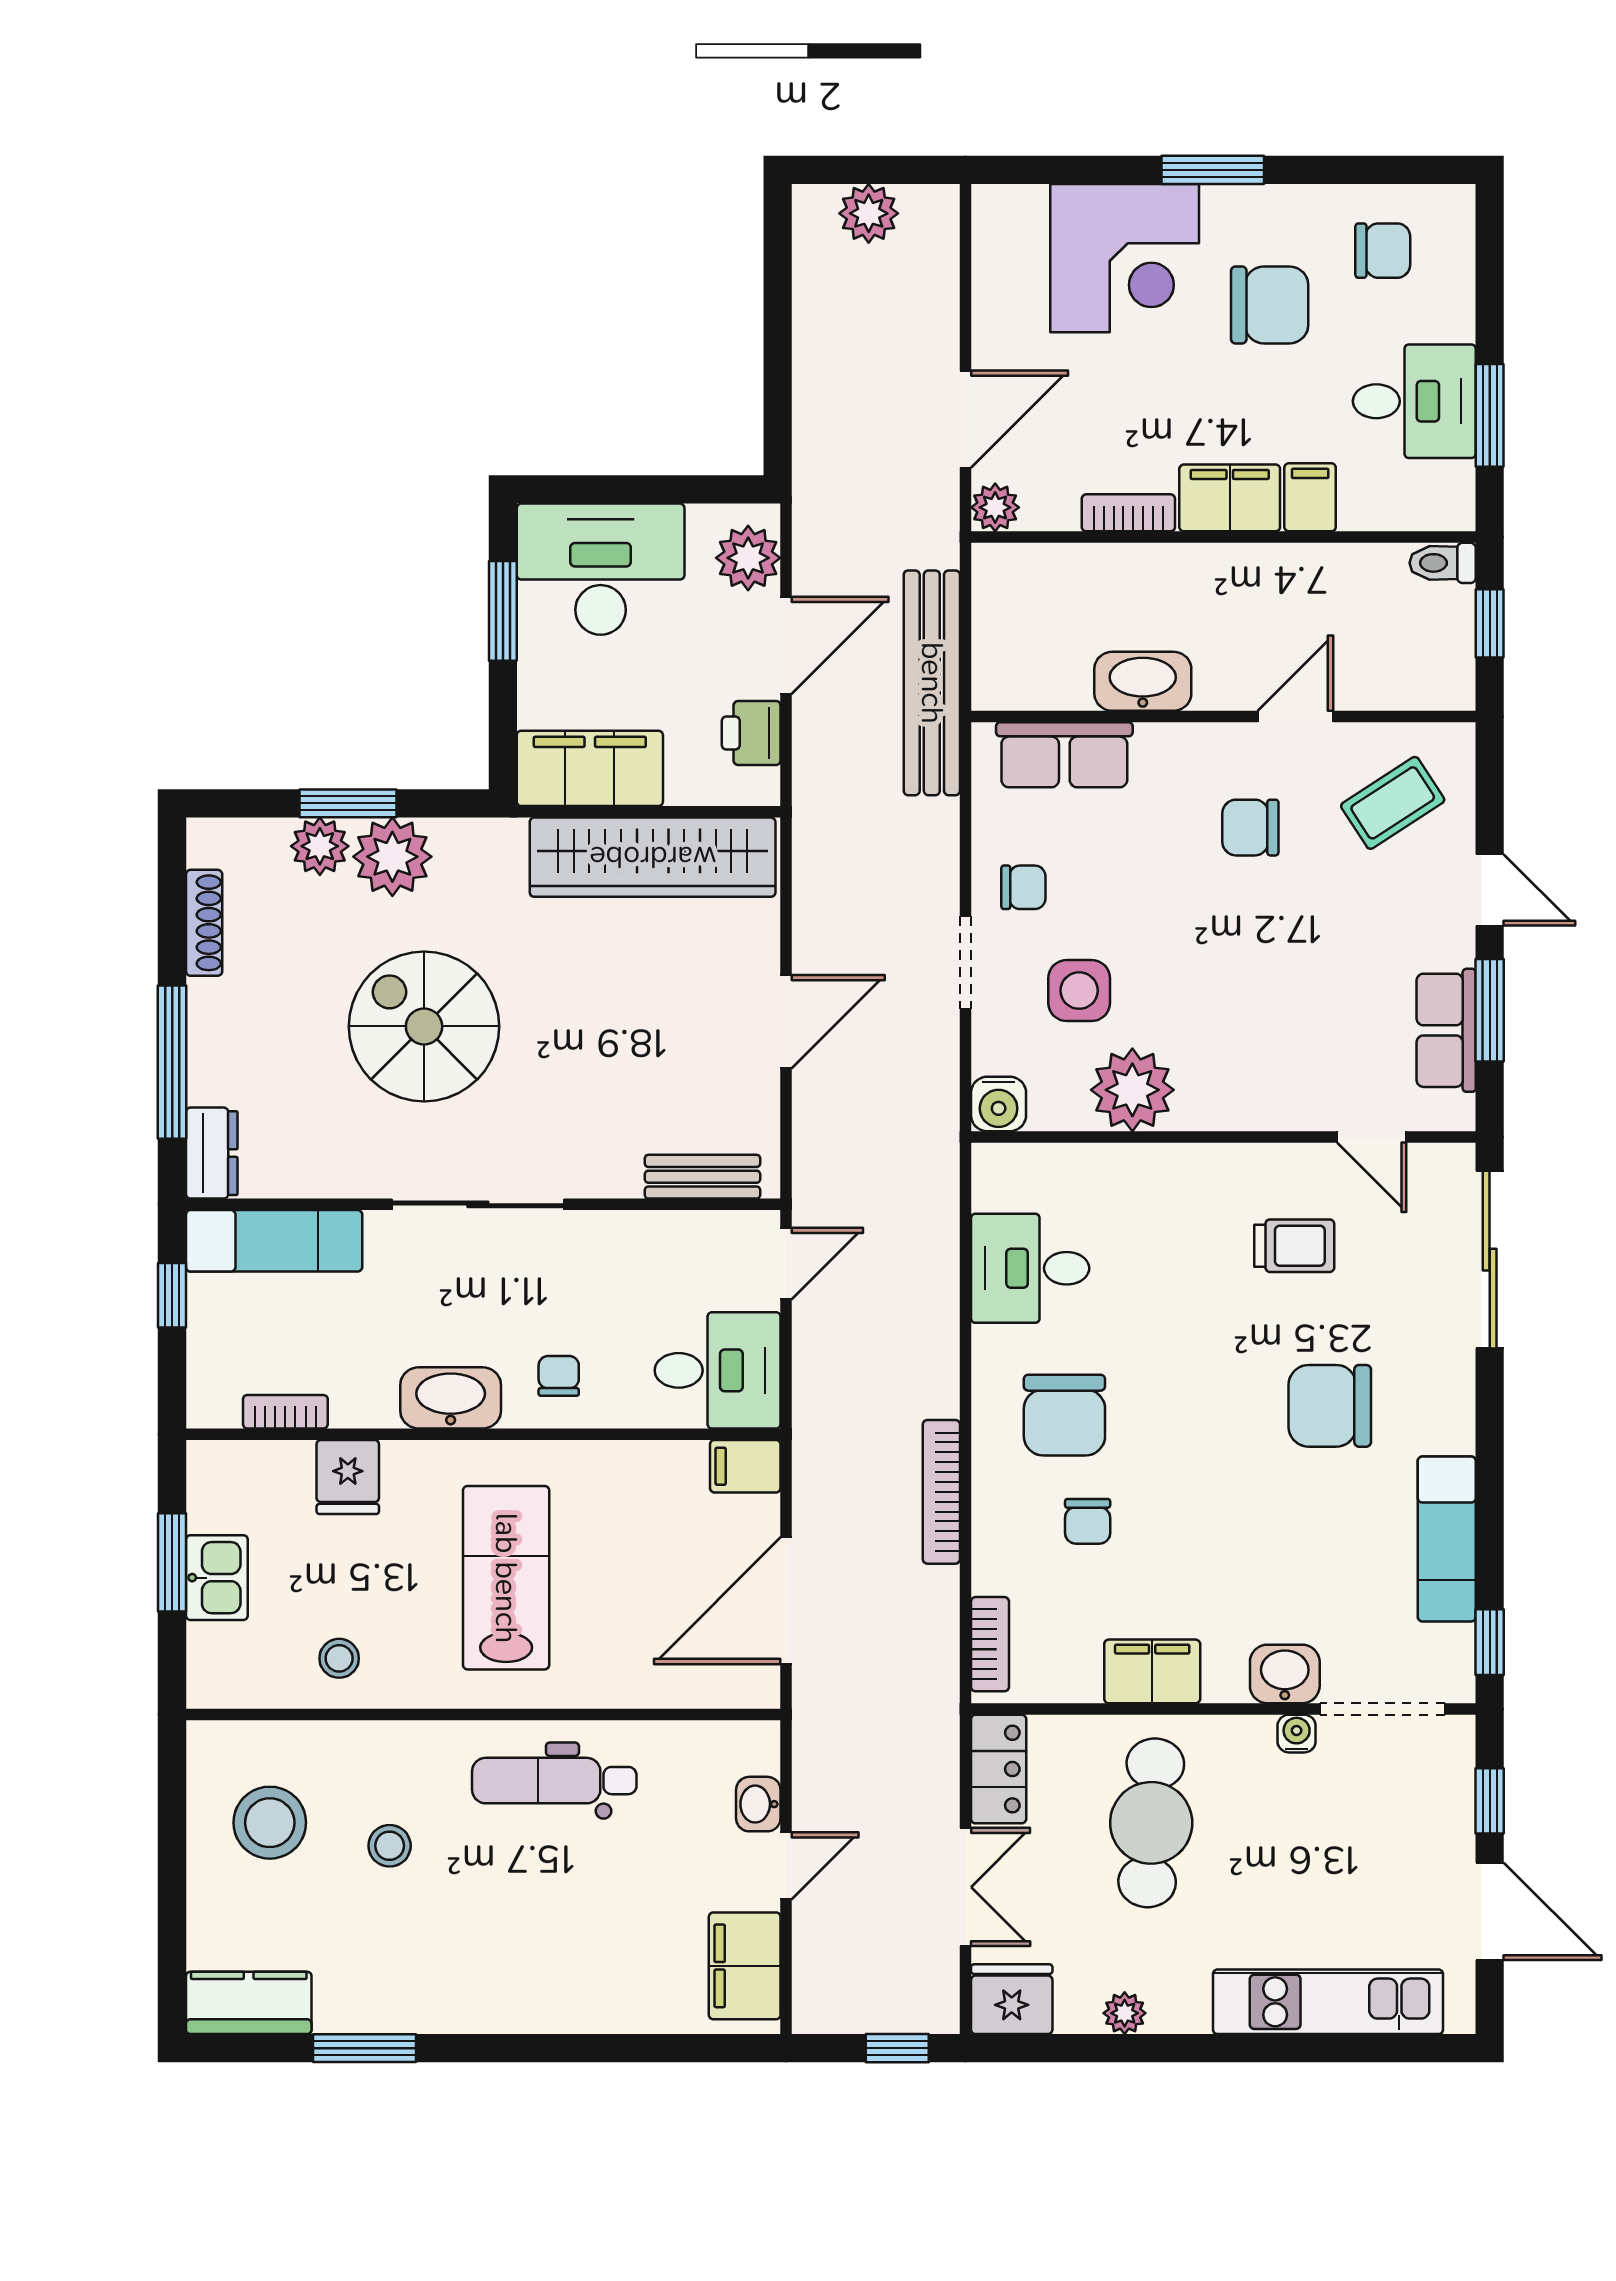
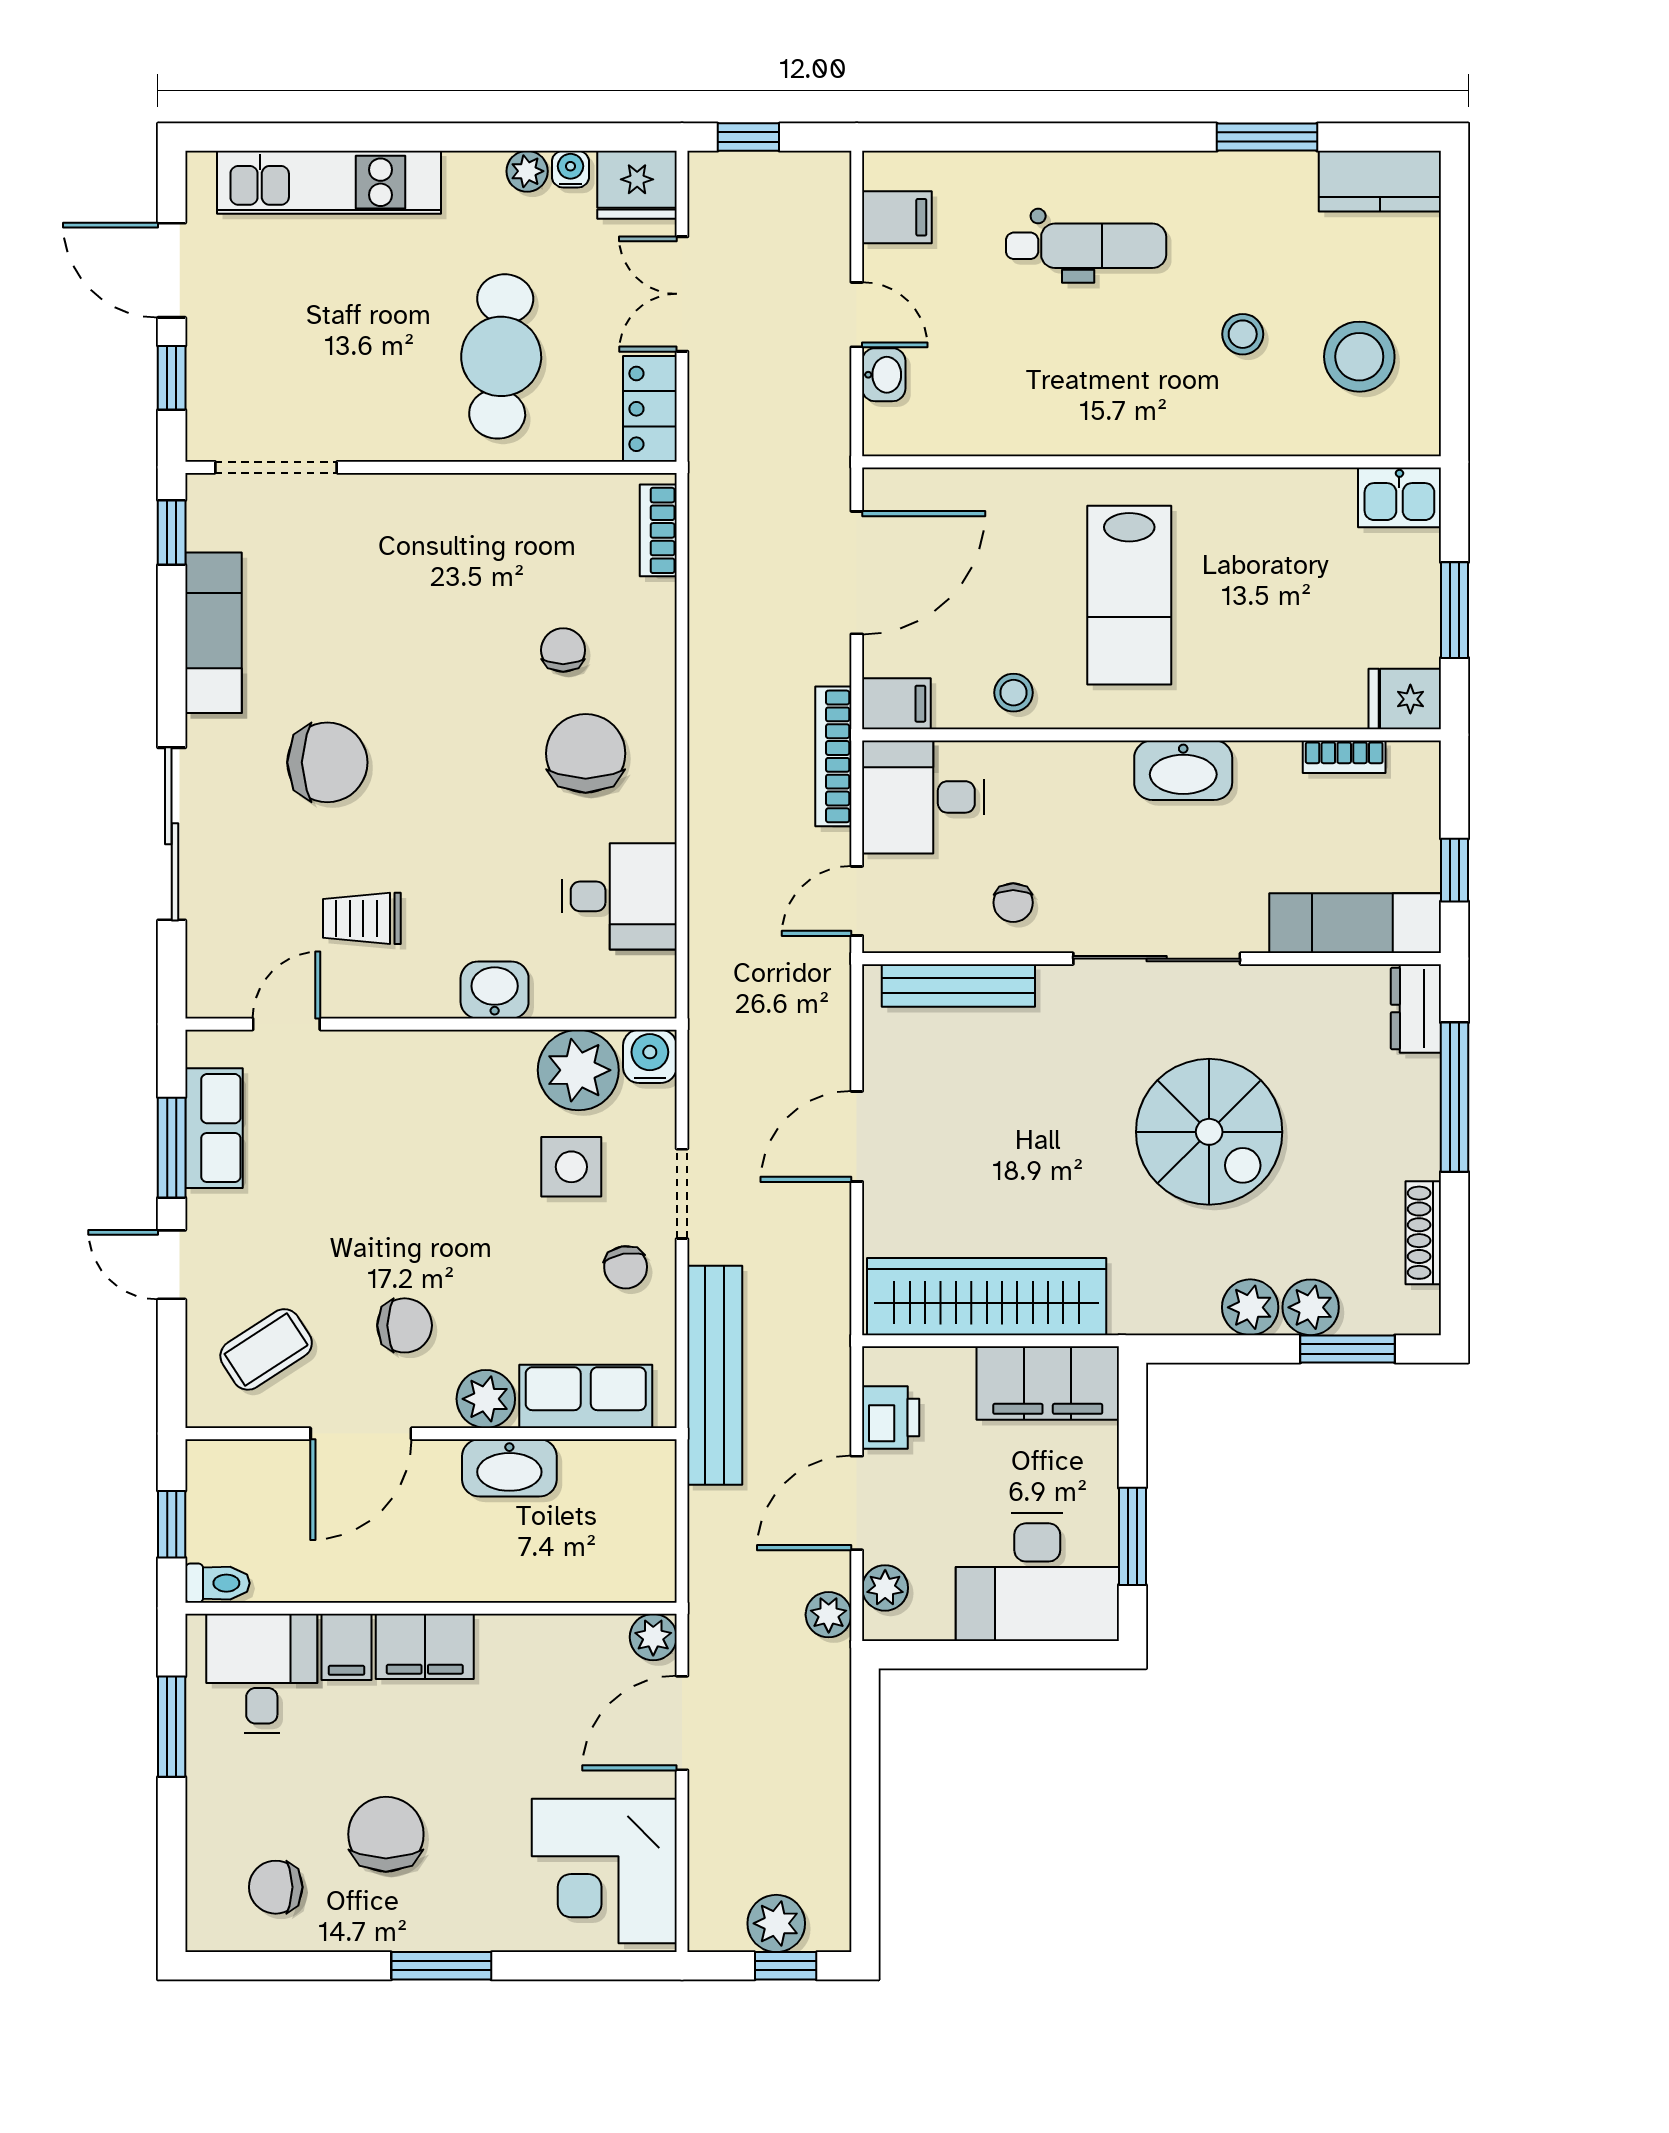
window: (859, 170) -> (786, 1966), added
corner desk: (1125, 258) -> (604, 1871), moved, turned -90
chair: (1270, 305) -> (386, 1834), turned 90
desk: (1414, 401) -> (262, 1673), moved, turned 90
bookcase: (1128, 513) -> (523, 1632), removed
plant: (815, 531) -> (829, 1615), added
plant: (748, 558) -> (885, 1588), width x0.73, depth x0.73
bench: (932, 683) -> (715, 1375), moved
door: (1295, 716) -> (361, 1434), width x1.38
plant: (1167, 752) -> (486, 1399), added
window: (348, 803) -> (1348, 1349), moved
plant: (392, 857) -> (1250, 1307), width x0.73, depth x0.73
chair: (1023, 887) -> (626, 1267), turned -100
plant: (1132, 1090) -> (578, 1070), moved
door: (1372, 1137) -> (286, 1024), hinge flipped
bench: (703, 1177) -> (958, 986), width x1.36
sliding door: (1490, 1260) -> (172, 834), moved
chair: (559, 1376) -> (1013, 903), moved
fridge: (348, 1477) -> (1405, 699), moved, turned -90
bookcase: (941, 1492) -> (833, 756), moved, turned 180
kitchen sink: (217, 1578) -> (1399, 497), moved, turned -90
stool: (339, 1658) -> (1014, 693), moved
filing cabinet: (1152, 1671) -> (500, 504), removed
washbasin: (1285, 1674) -> (495, 990), moved, turned 180
water cooler: (1297, 1734) -> (570, 169), moved, turned 180
dental chair: (554, 1781) -> (1086, 246), moved
door: (786, 1866) -> (857, 315), swing flipped
filing cabinet: (745, 1966) -> (897, 217), width x0.50

